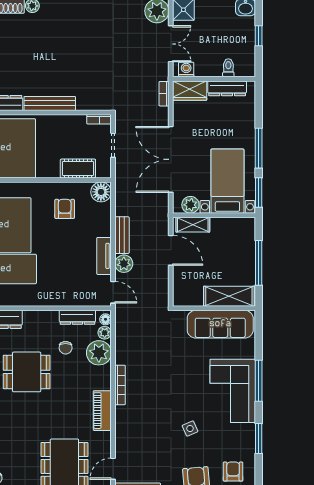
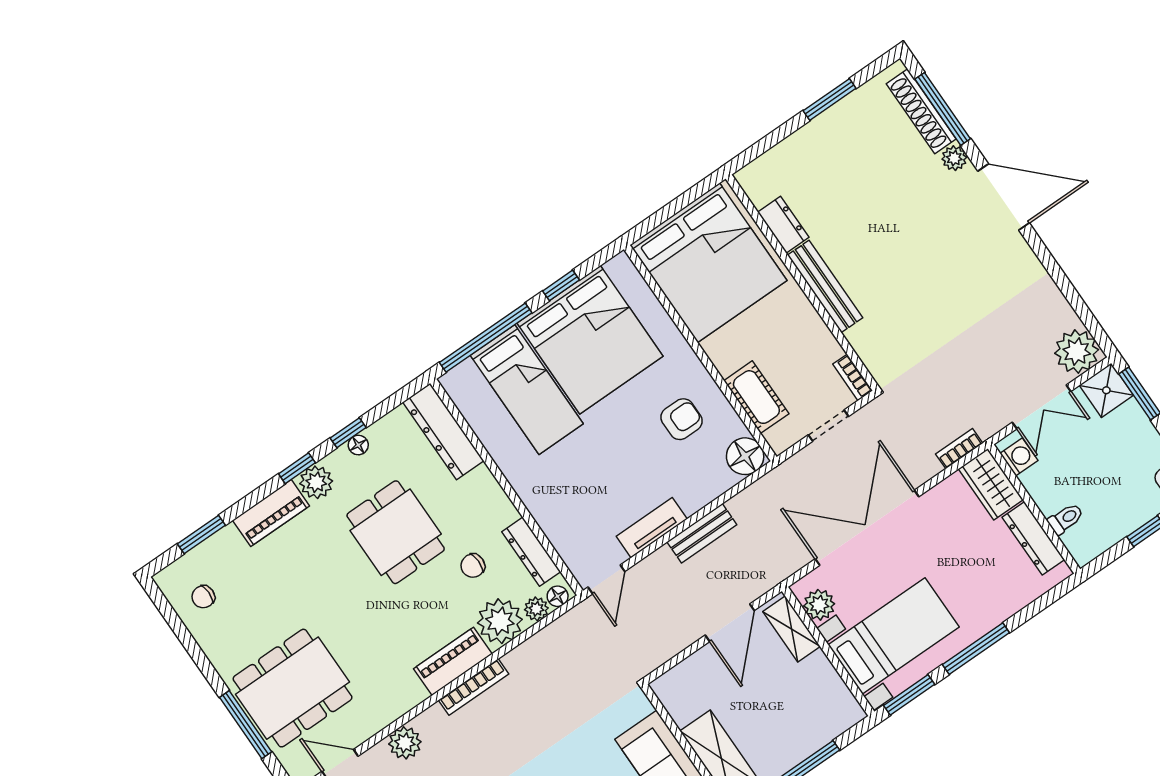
plant: (124, 264) -> (405, 743), moved
piano: (102, 411) -> (453, 661), moved

